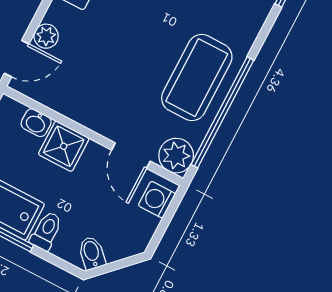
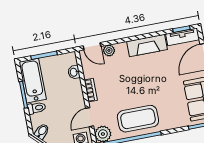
bookcase: (88, 118) -> (91, 90), added
shower: (64, 146) -> (73, 89), removed

